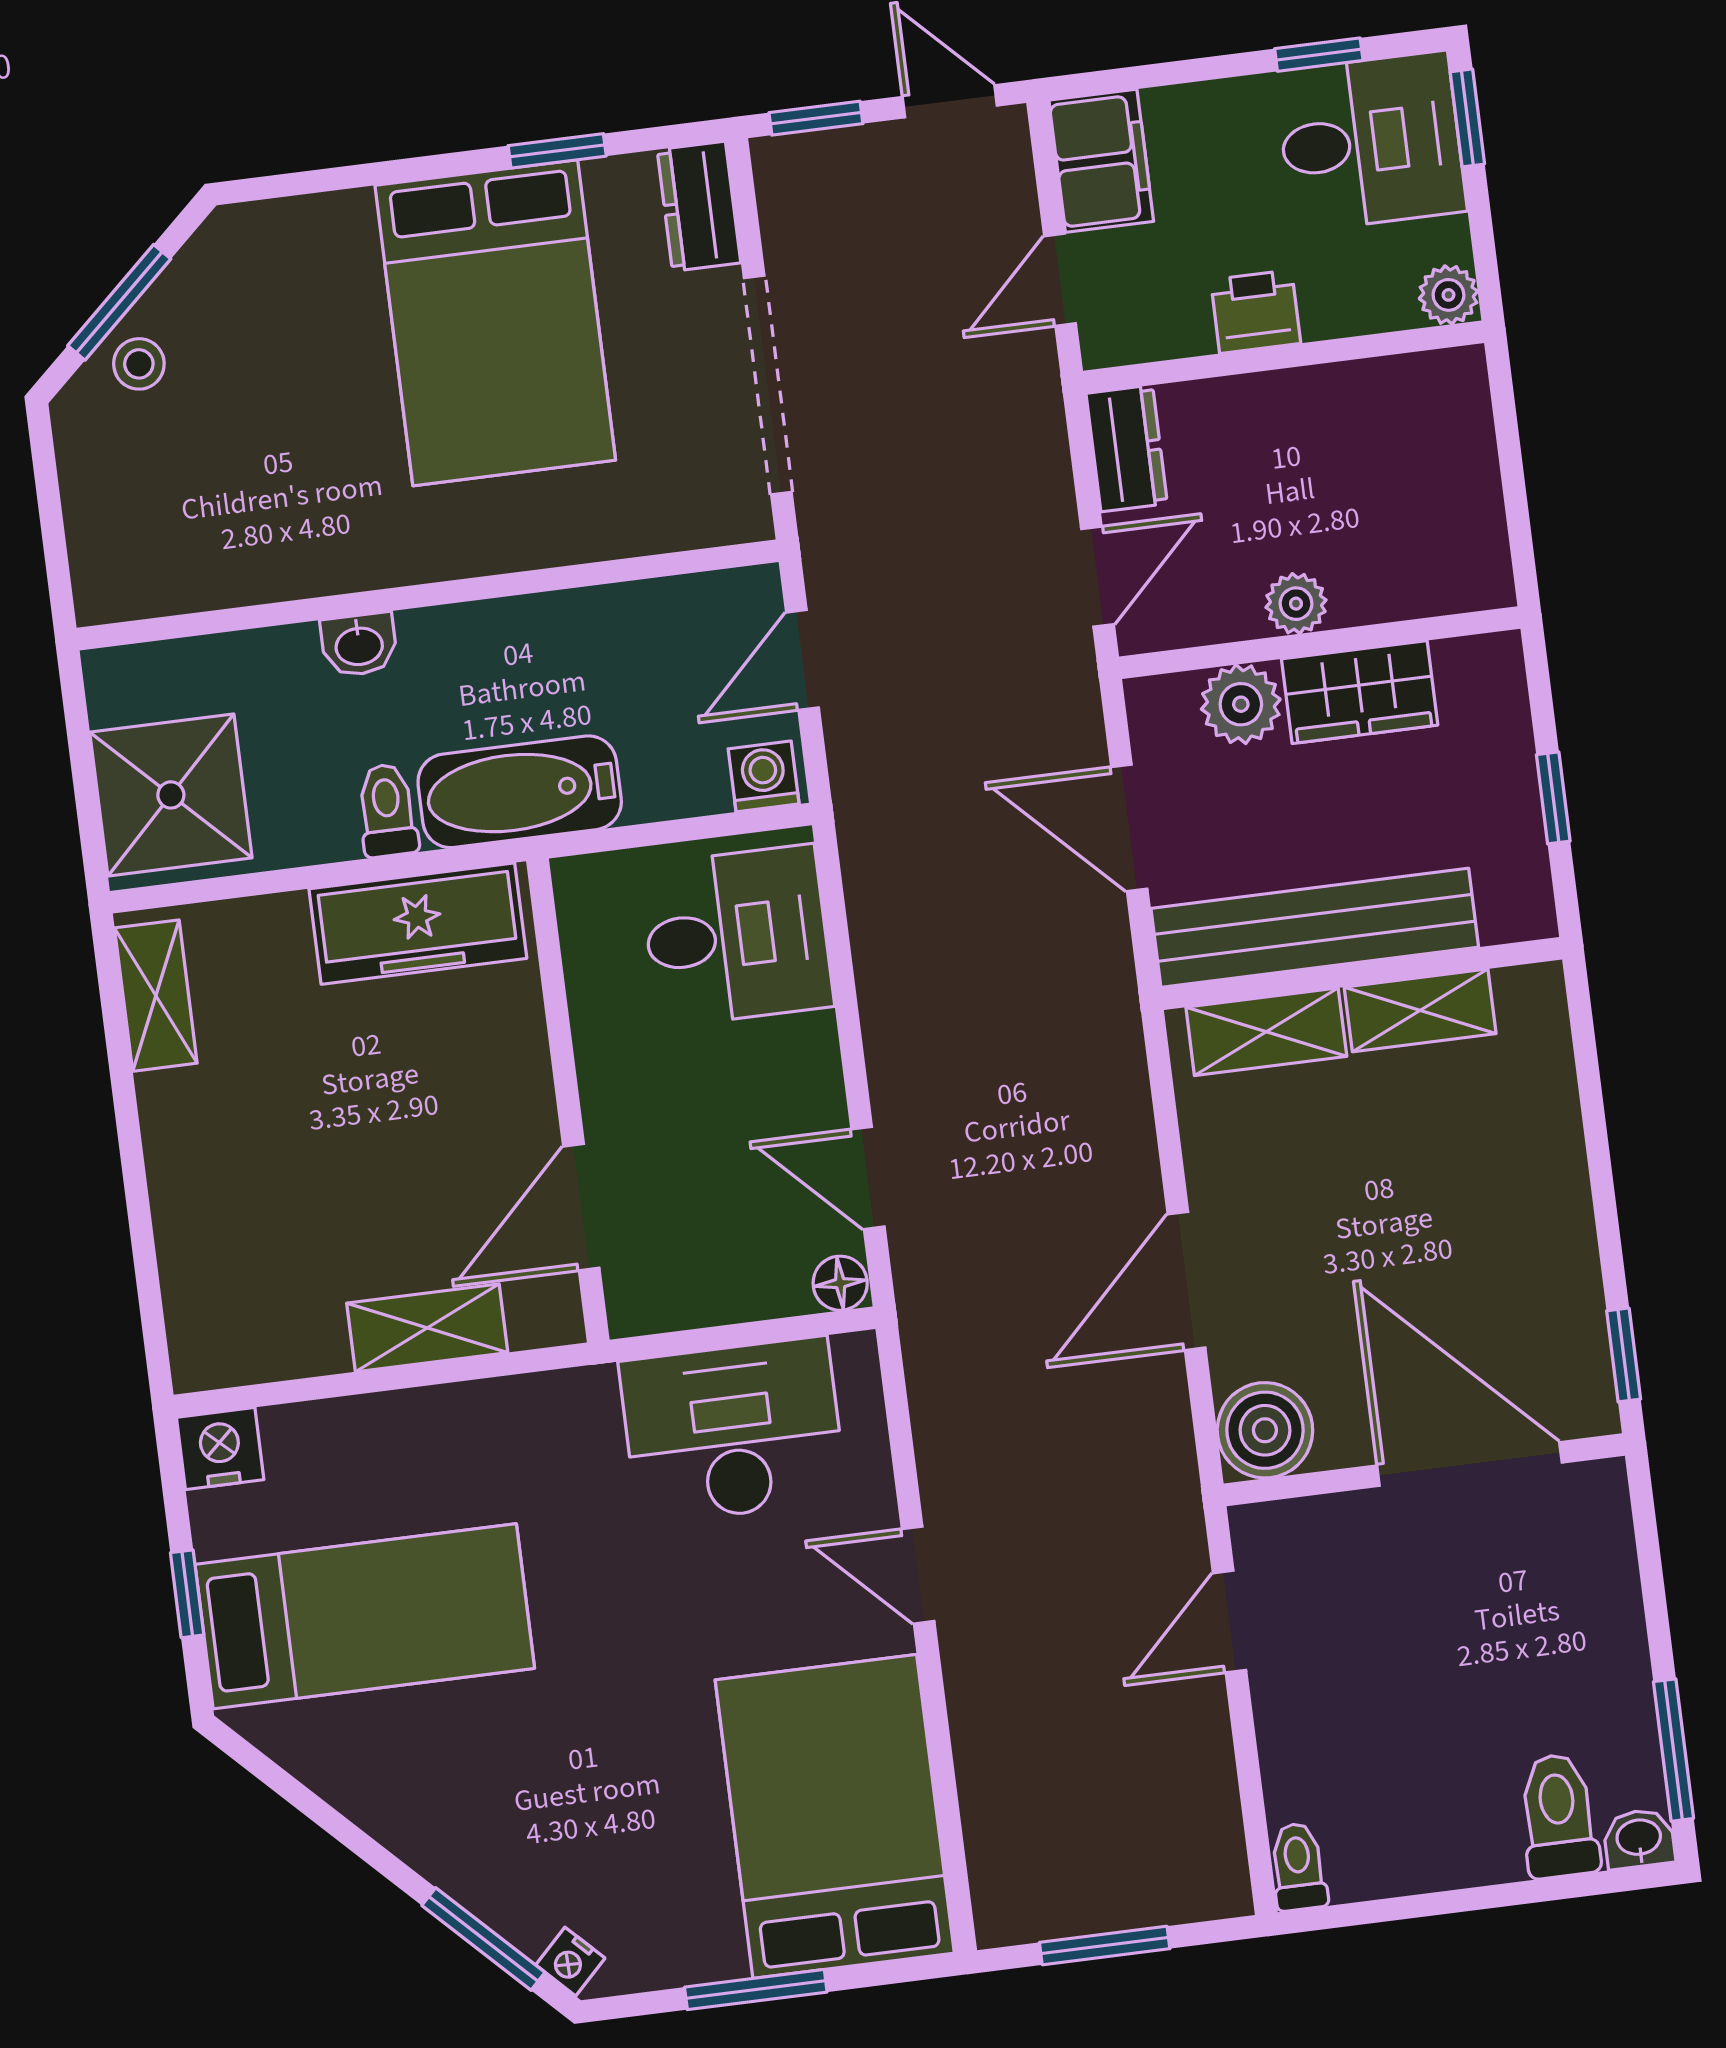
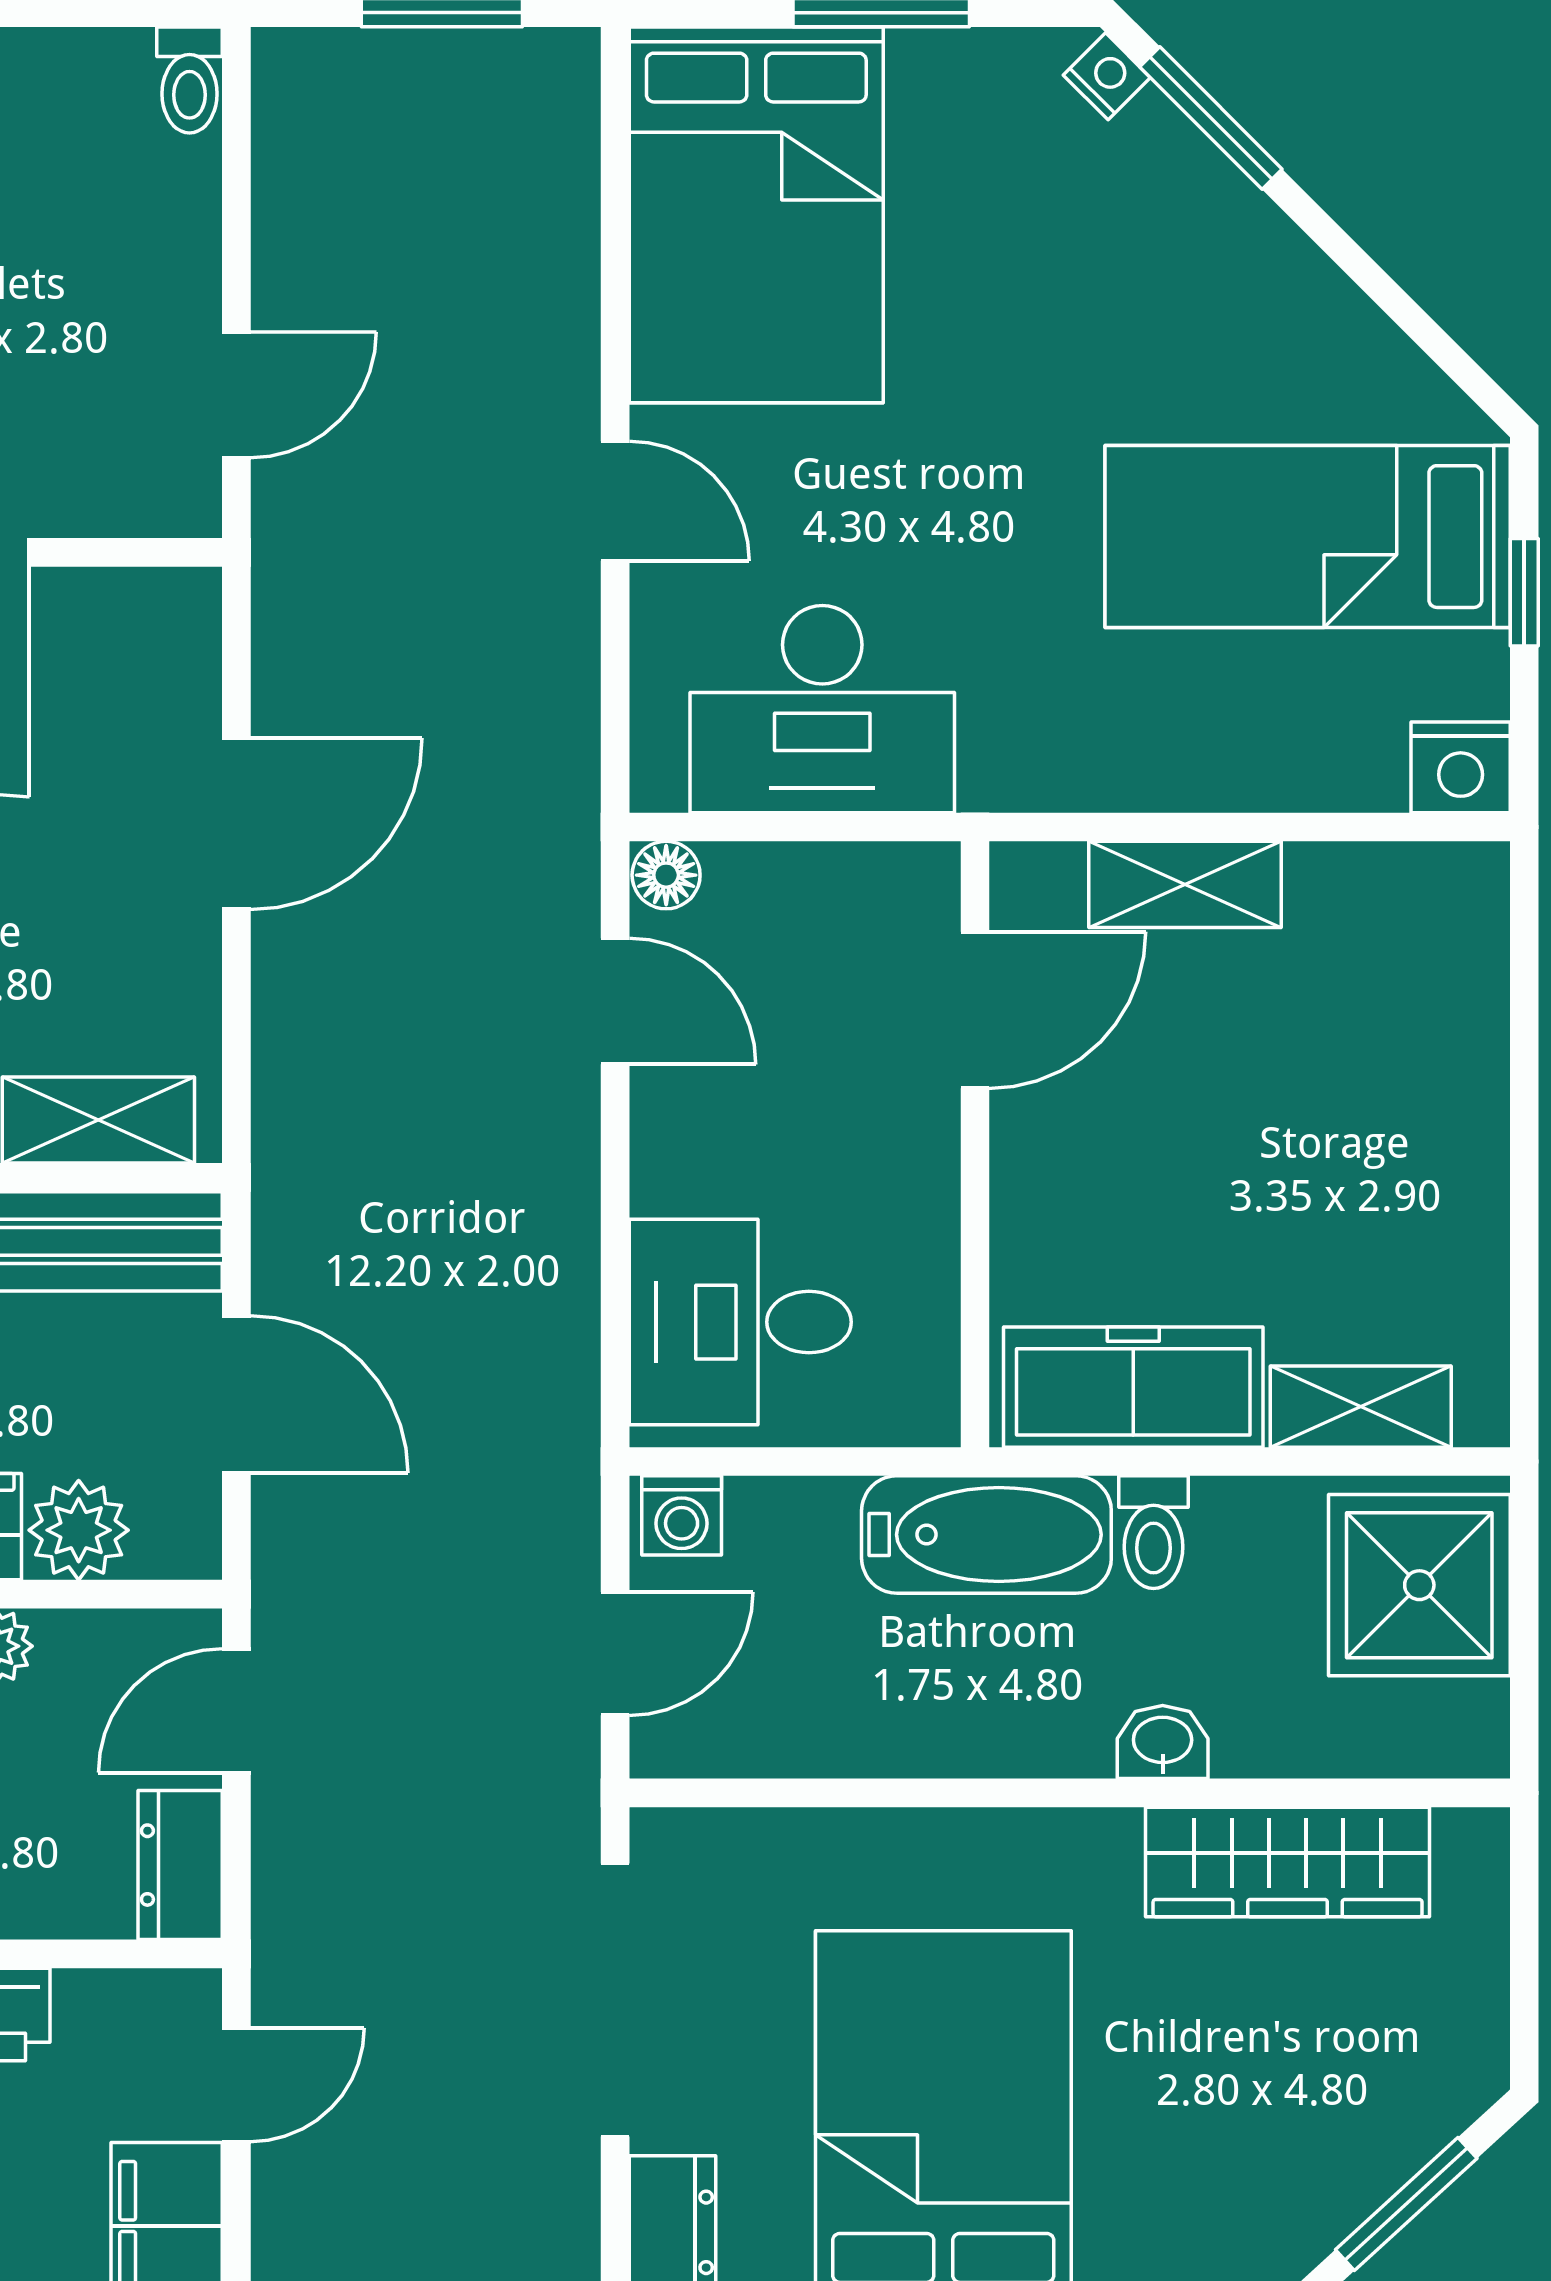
stool: (139, 364) -> (1391, 2125), removed
wardrobe: (248, 562) -> (1288, 1862), added
shelving: (156, 996) -> (1361, 1407), moved, turned 90
boiler: (1265, 1430) -> (162, 626), removed

